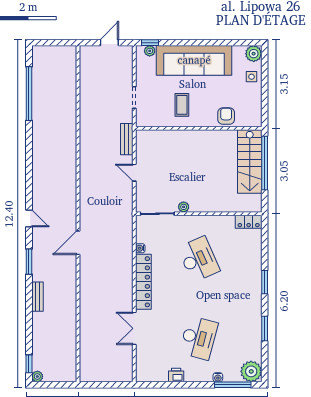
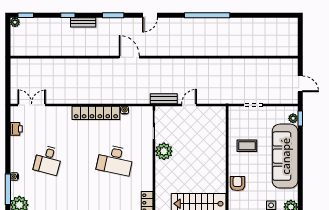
window: (29, 94) -> (207, 15), moved
armchair: (226, 116) -> (237, 184), turned -90
bench: (127, 139) -> (164, 99), moved
plant: (184, 207) -> (164, 151), width x1.87, depth x1.87
desk: (199, 259) -> (115, 160), turned 36
window: (29, 315) -> (68, 15), added
double door: (134, 328) -> (32, 105), moved
desk: (199, 338) -> (48, 160), width x0.73
printer: (176, 375) -> (16, 129), moved

